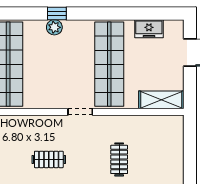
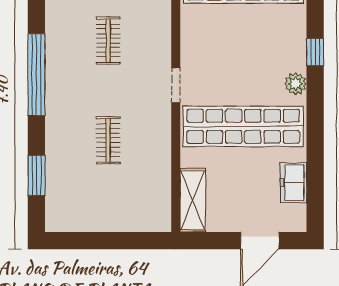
plant: (54, 27) -> (295, 84), moved
clothes rail: (119, 159) -> (108, 140), turned 90

